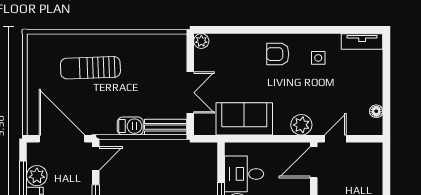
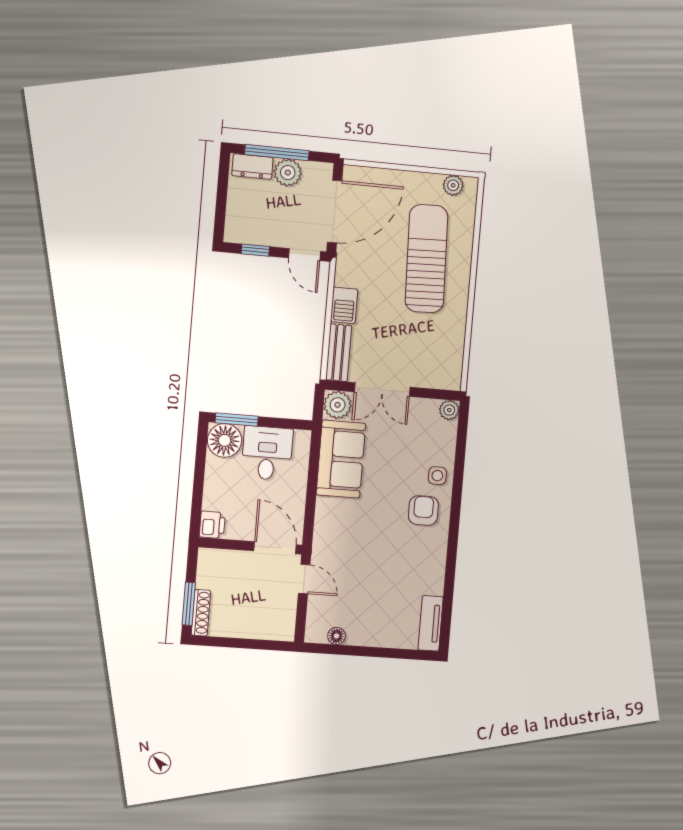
plant: (34, 52) -> (453, 185), added
side table: (318, 58) -> (437, 476), moved
sun lounger: (90, 68) -> (426, 259), width x1.36, depth x1.34
plant: (301, 125) -> (338, 405), moved

